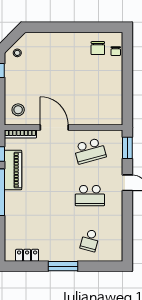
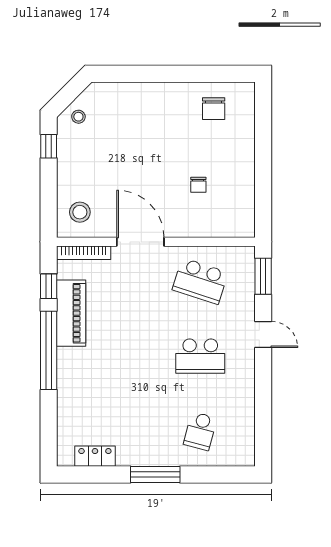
chair: (116, 51) -> (198, 185), moved
school desk: (90, 151) -> (200, 281), turned 33

